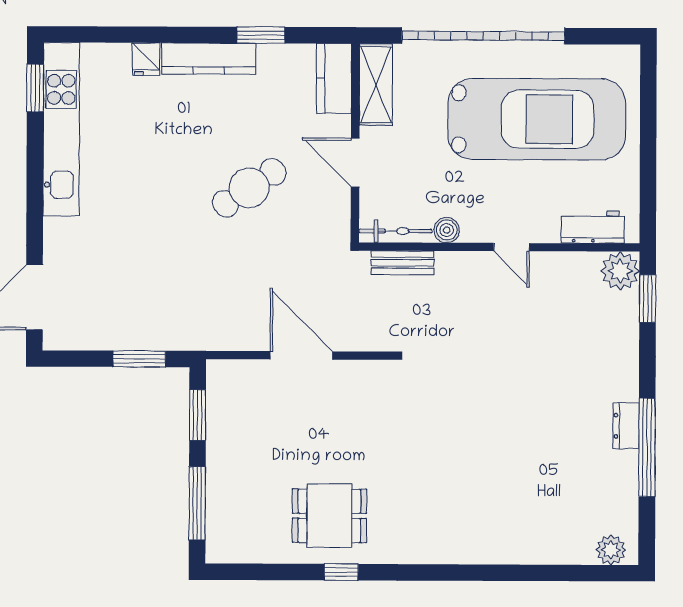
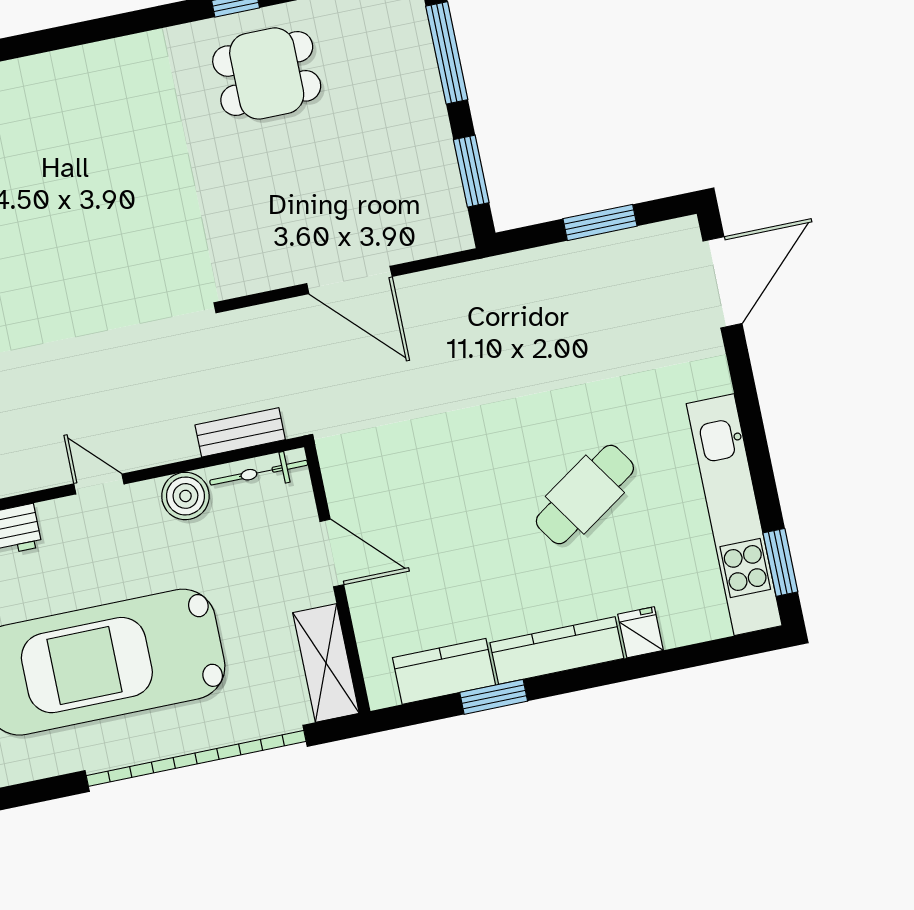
kitchen counter: (334, 78) -> (444, 671), moved, turned -90
cafe table: (249, 188) -> (585, 495), moved
boiler: (447, 230) -> (185, 496), width x1.36, depth x1.36
window: (139, 359) -> (600, 222), moved

